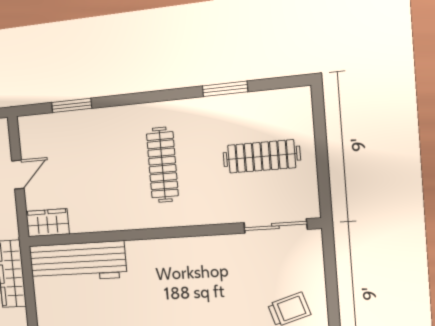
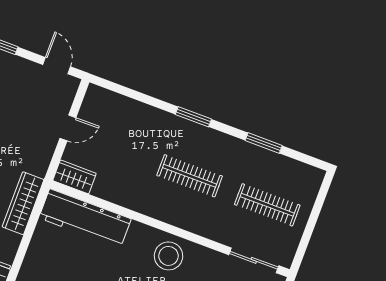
window: (72, 105) -> (193, 117), moved
clothes rail: (162, 165) -> (190, 176), turned 90
stool: (181, 263) -> (169, 256), added

